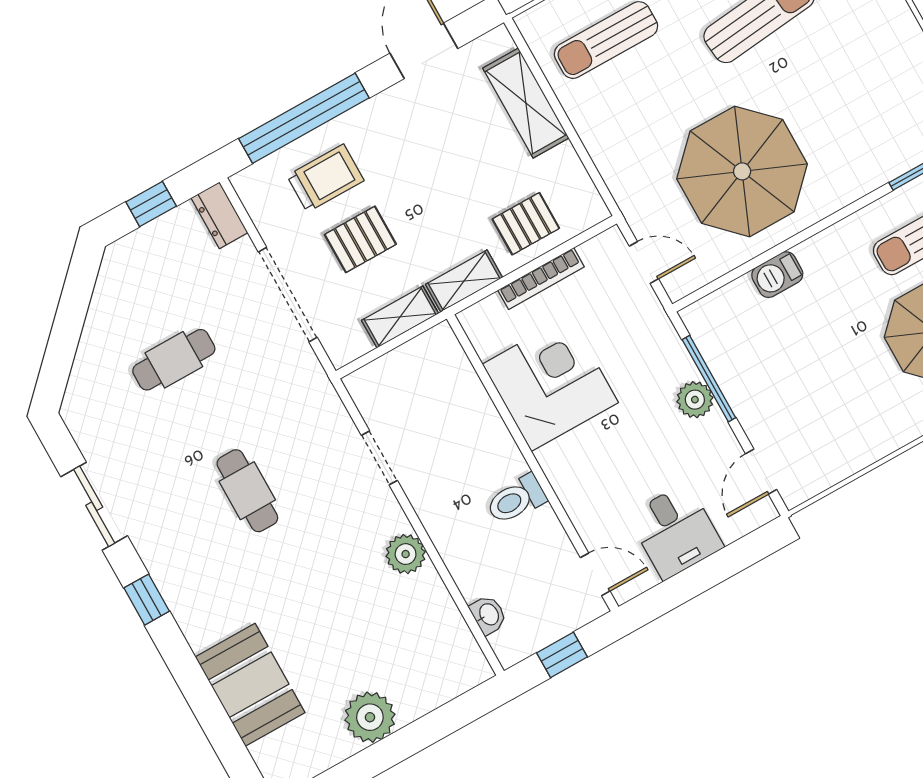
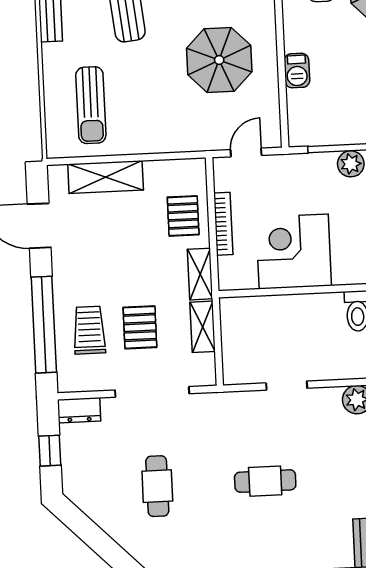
parasol: (742, 171) -> (219, 60), width x0.73, depth x0.73

